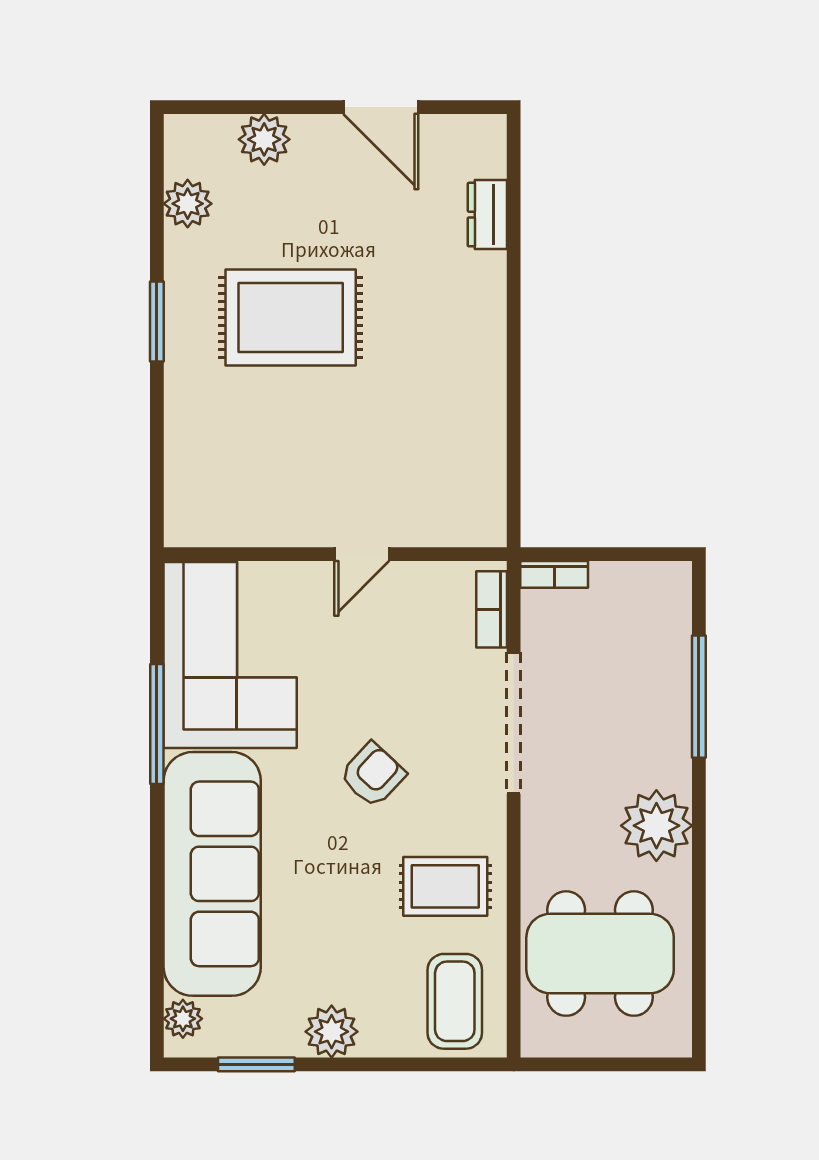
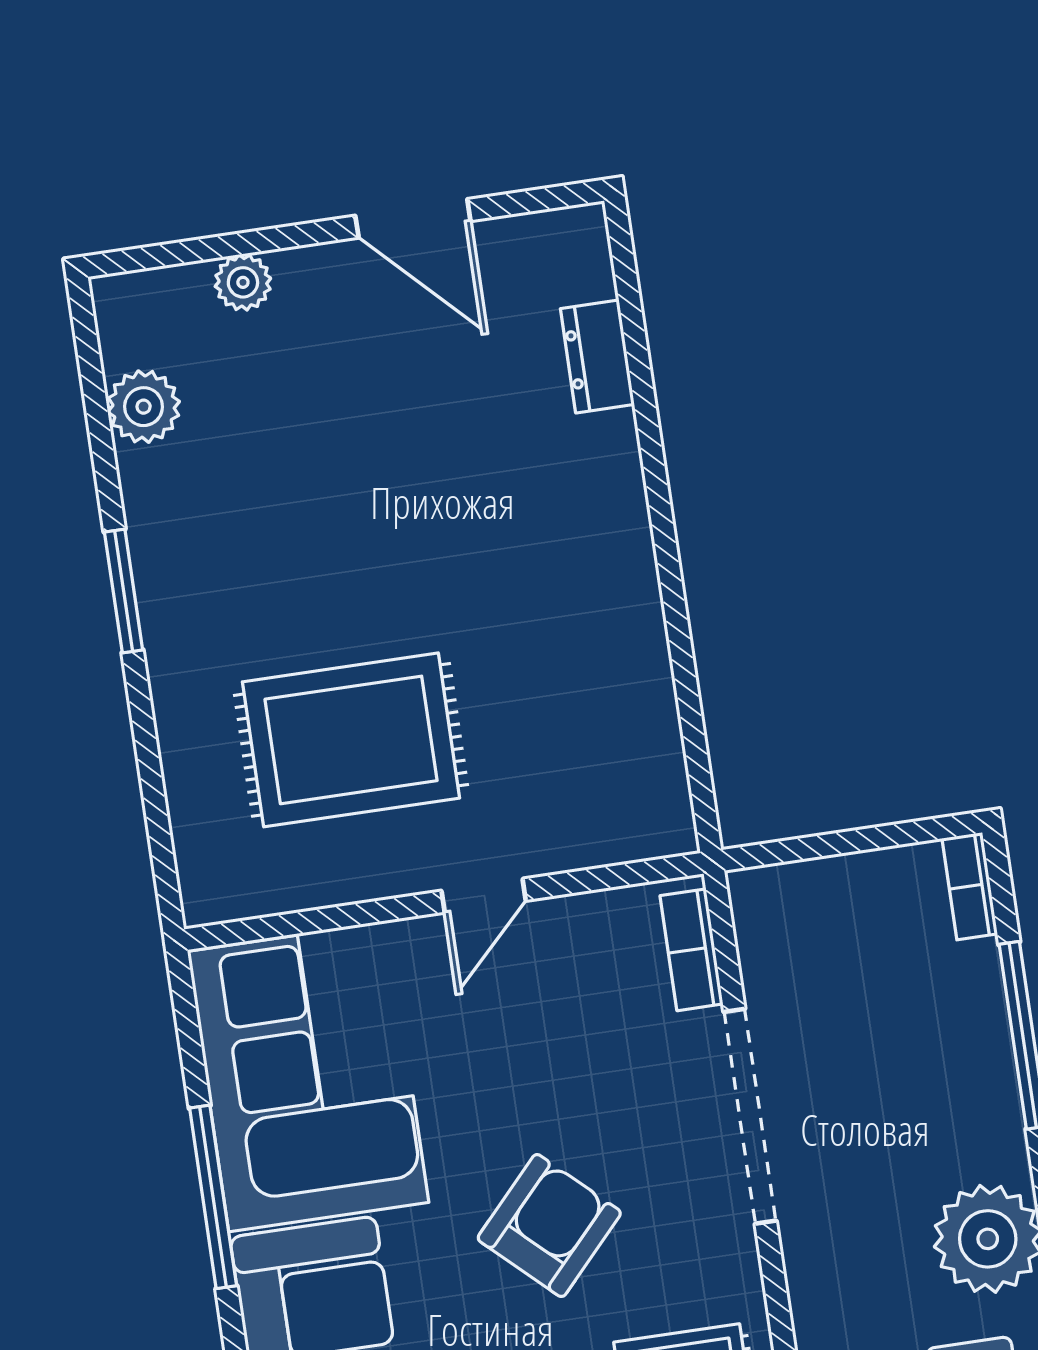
plant: (264, 139) -> (243, 282), width x0.73, depth x0.73
rug: (291, 317) -> (351, 740), moved
bookcase: (554, 574) -> (970, 886), moved, turned 90
armchair: (373, 775) -> (549, 1226), width x1.38, depth x1.38

